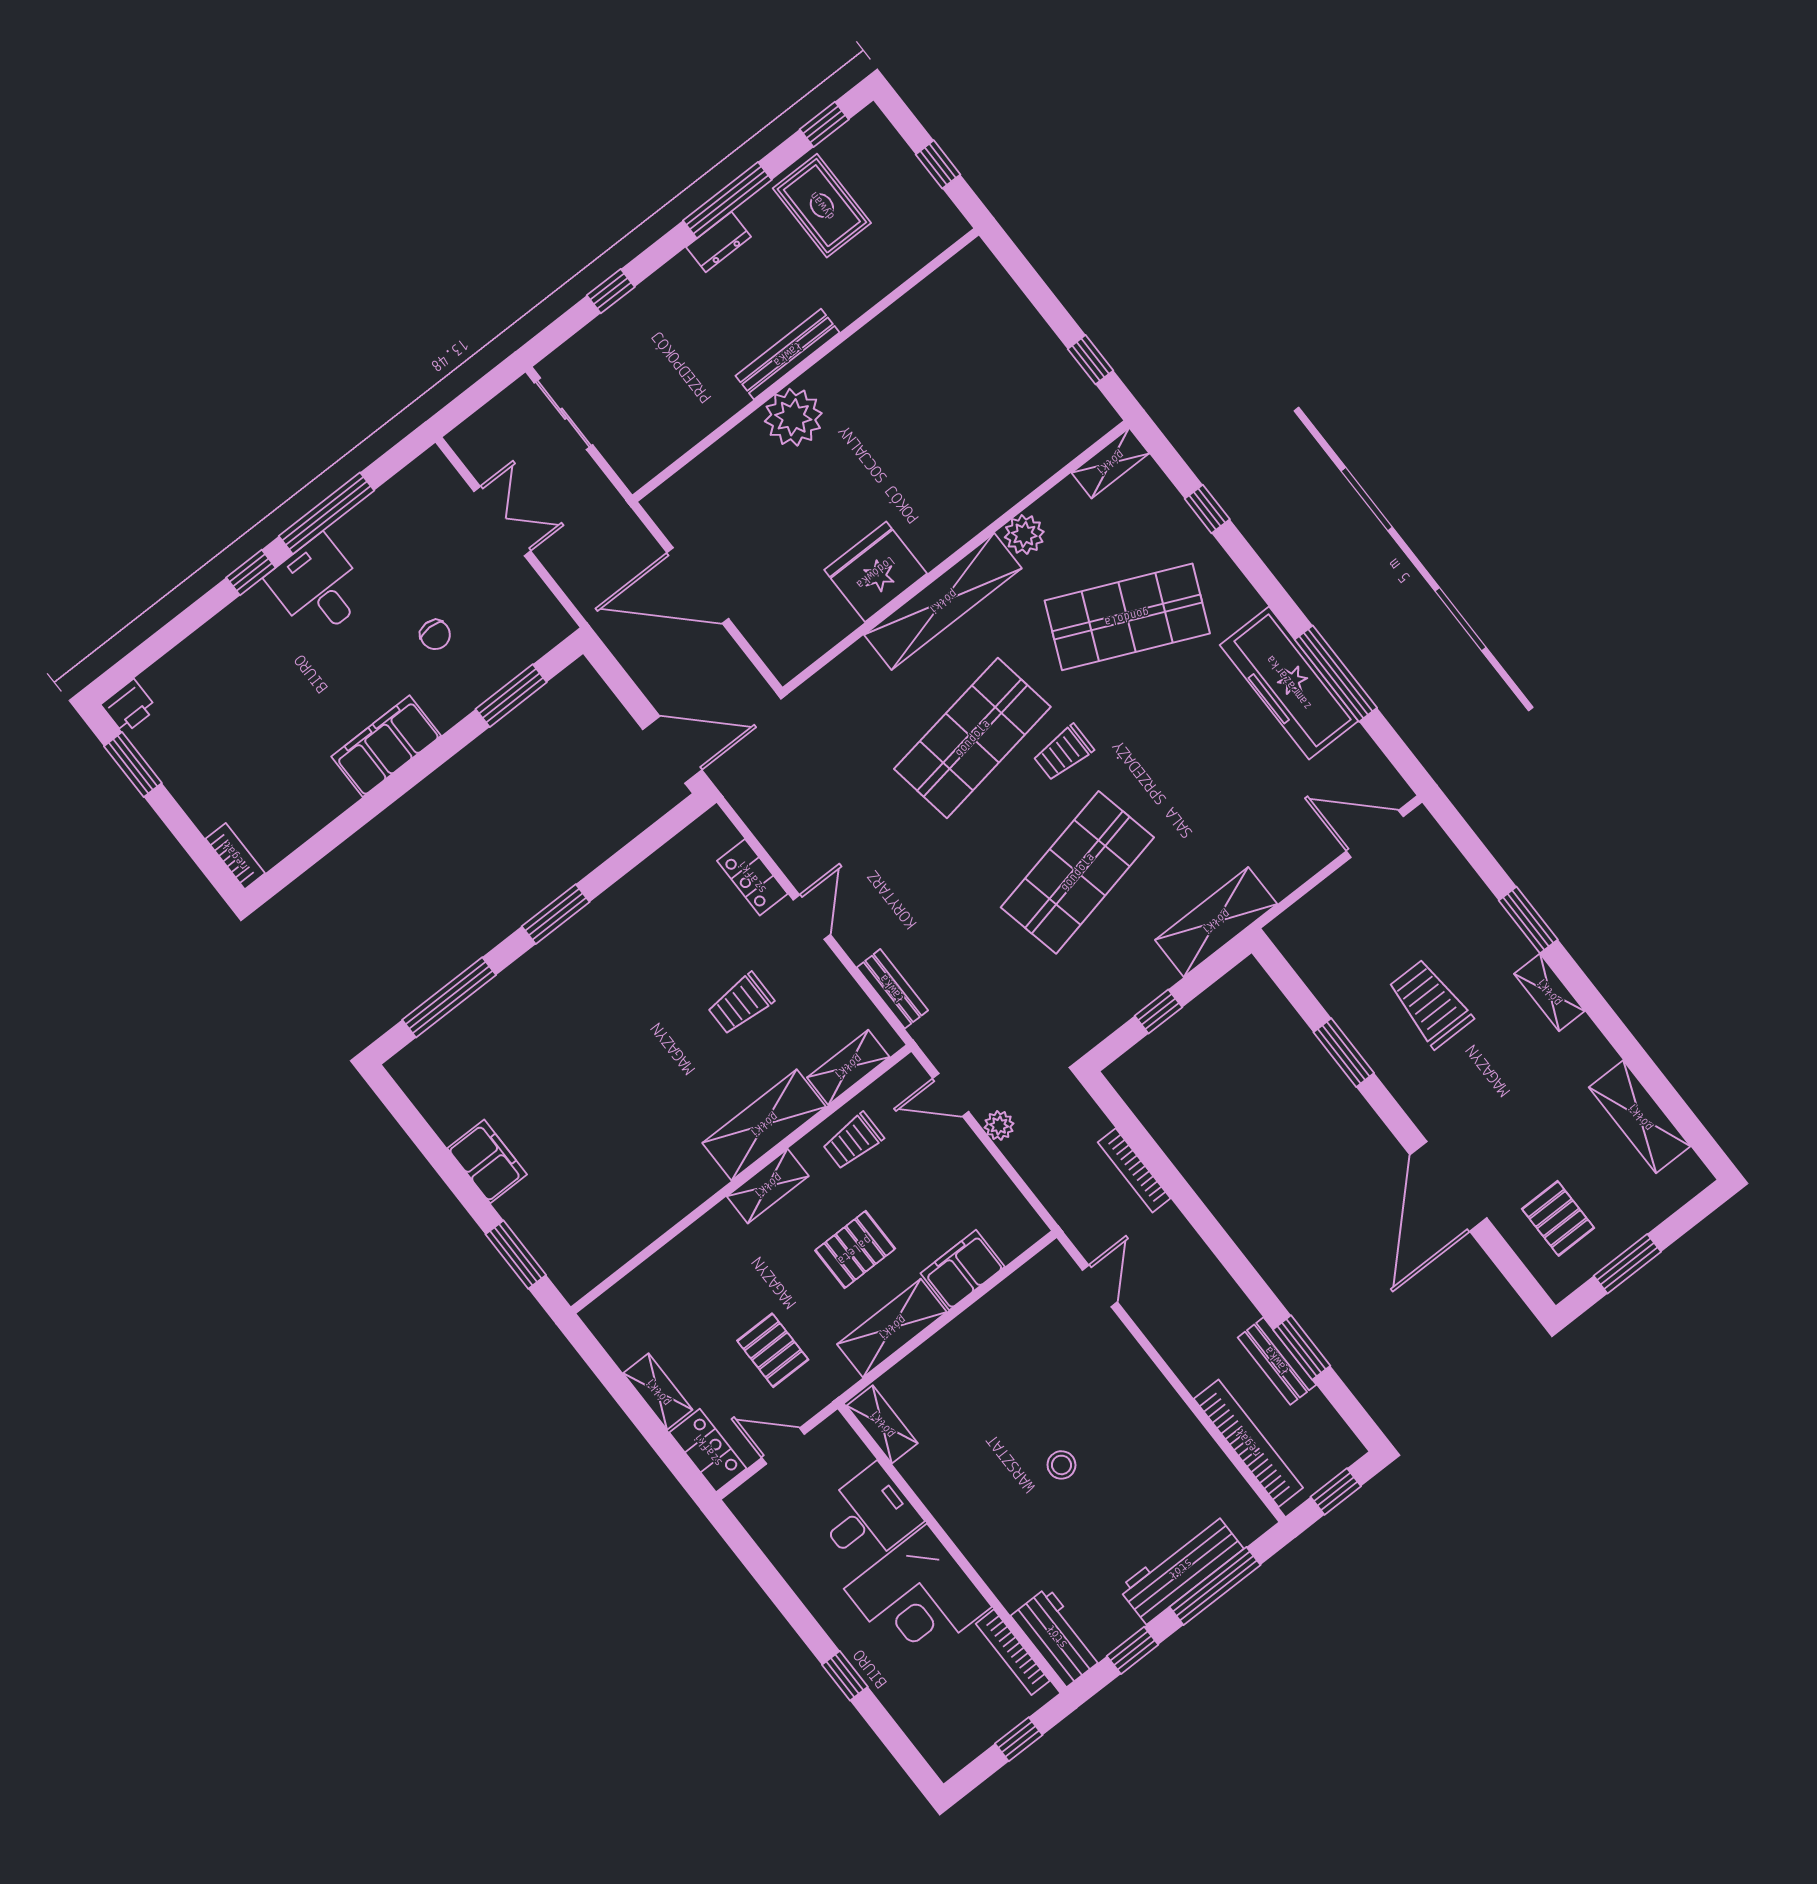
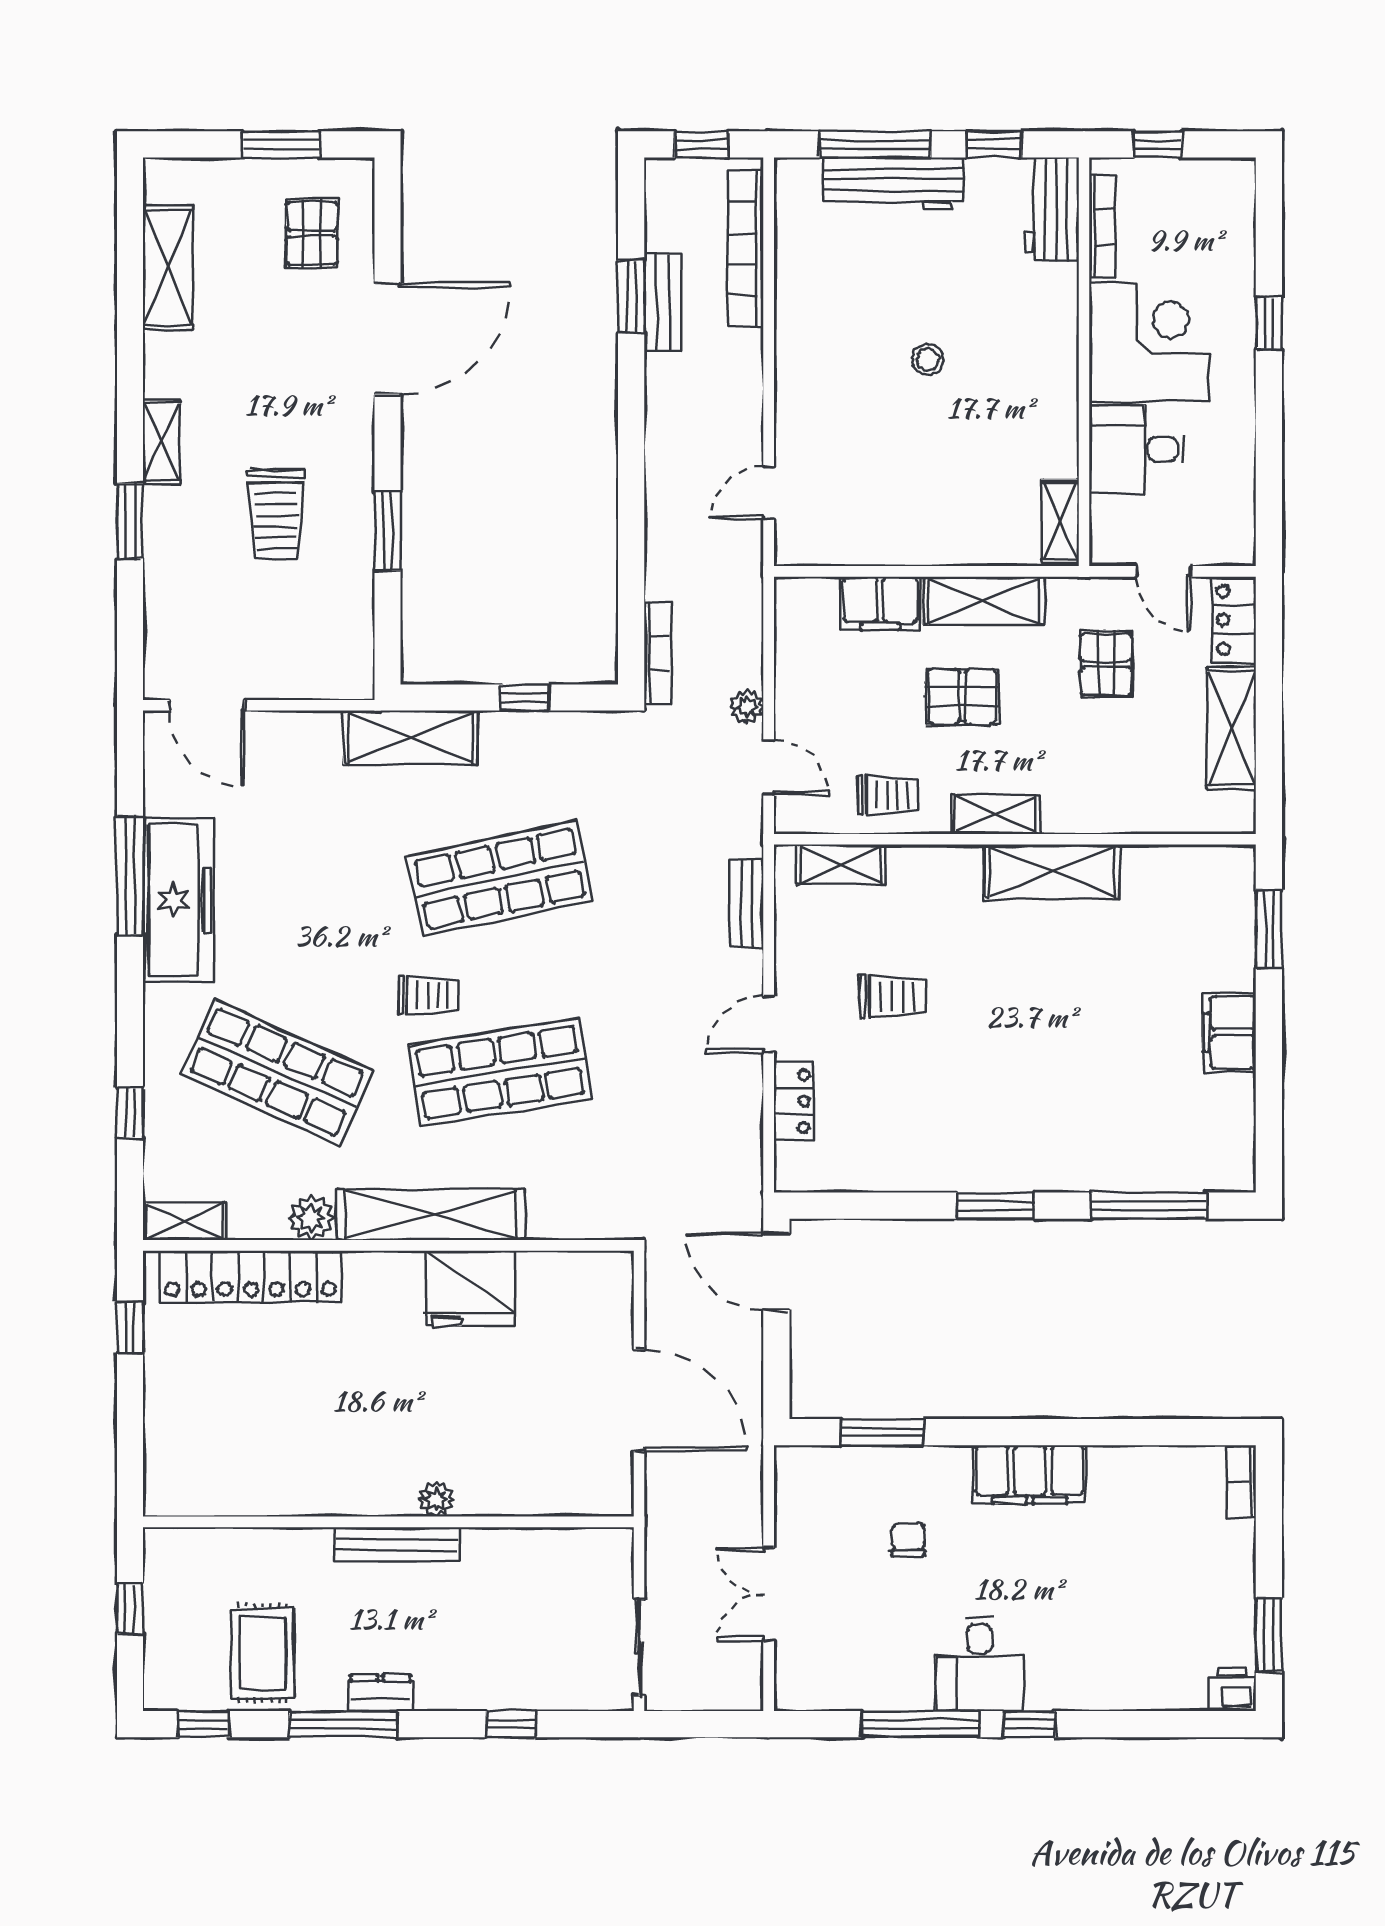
plant: (793, 417) -> (436, 1499), width x0.53, depth x0.53
locker: (1035, 461) -> (251, 1276), added
shelving: (764, 1125) -> (1052, 872), moved
bookcase: (1134, 1170) -> (657, 653), moved
shelving: (658, 1392) -> (1232, 728), width x1.50, depth x1.33

